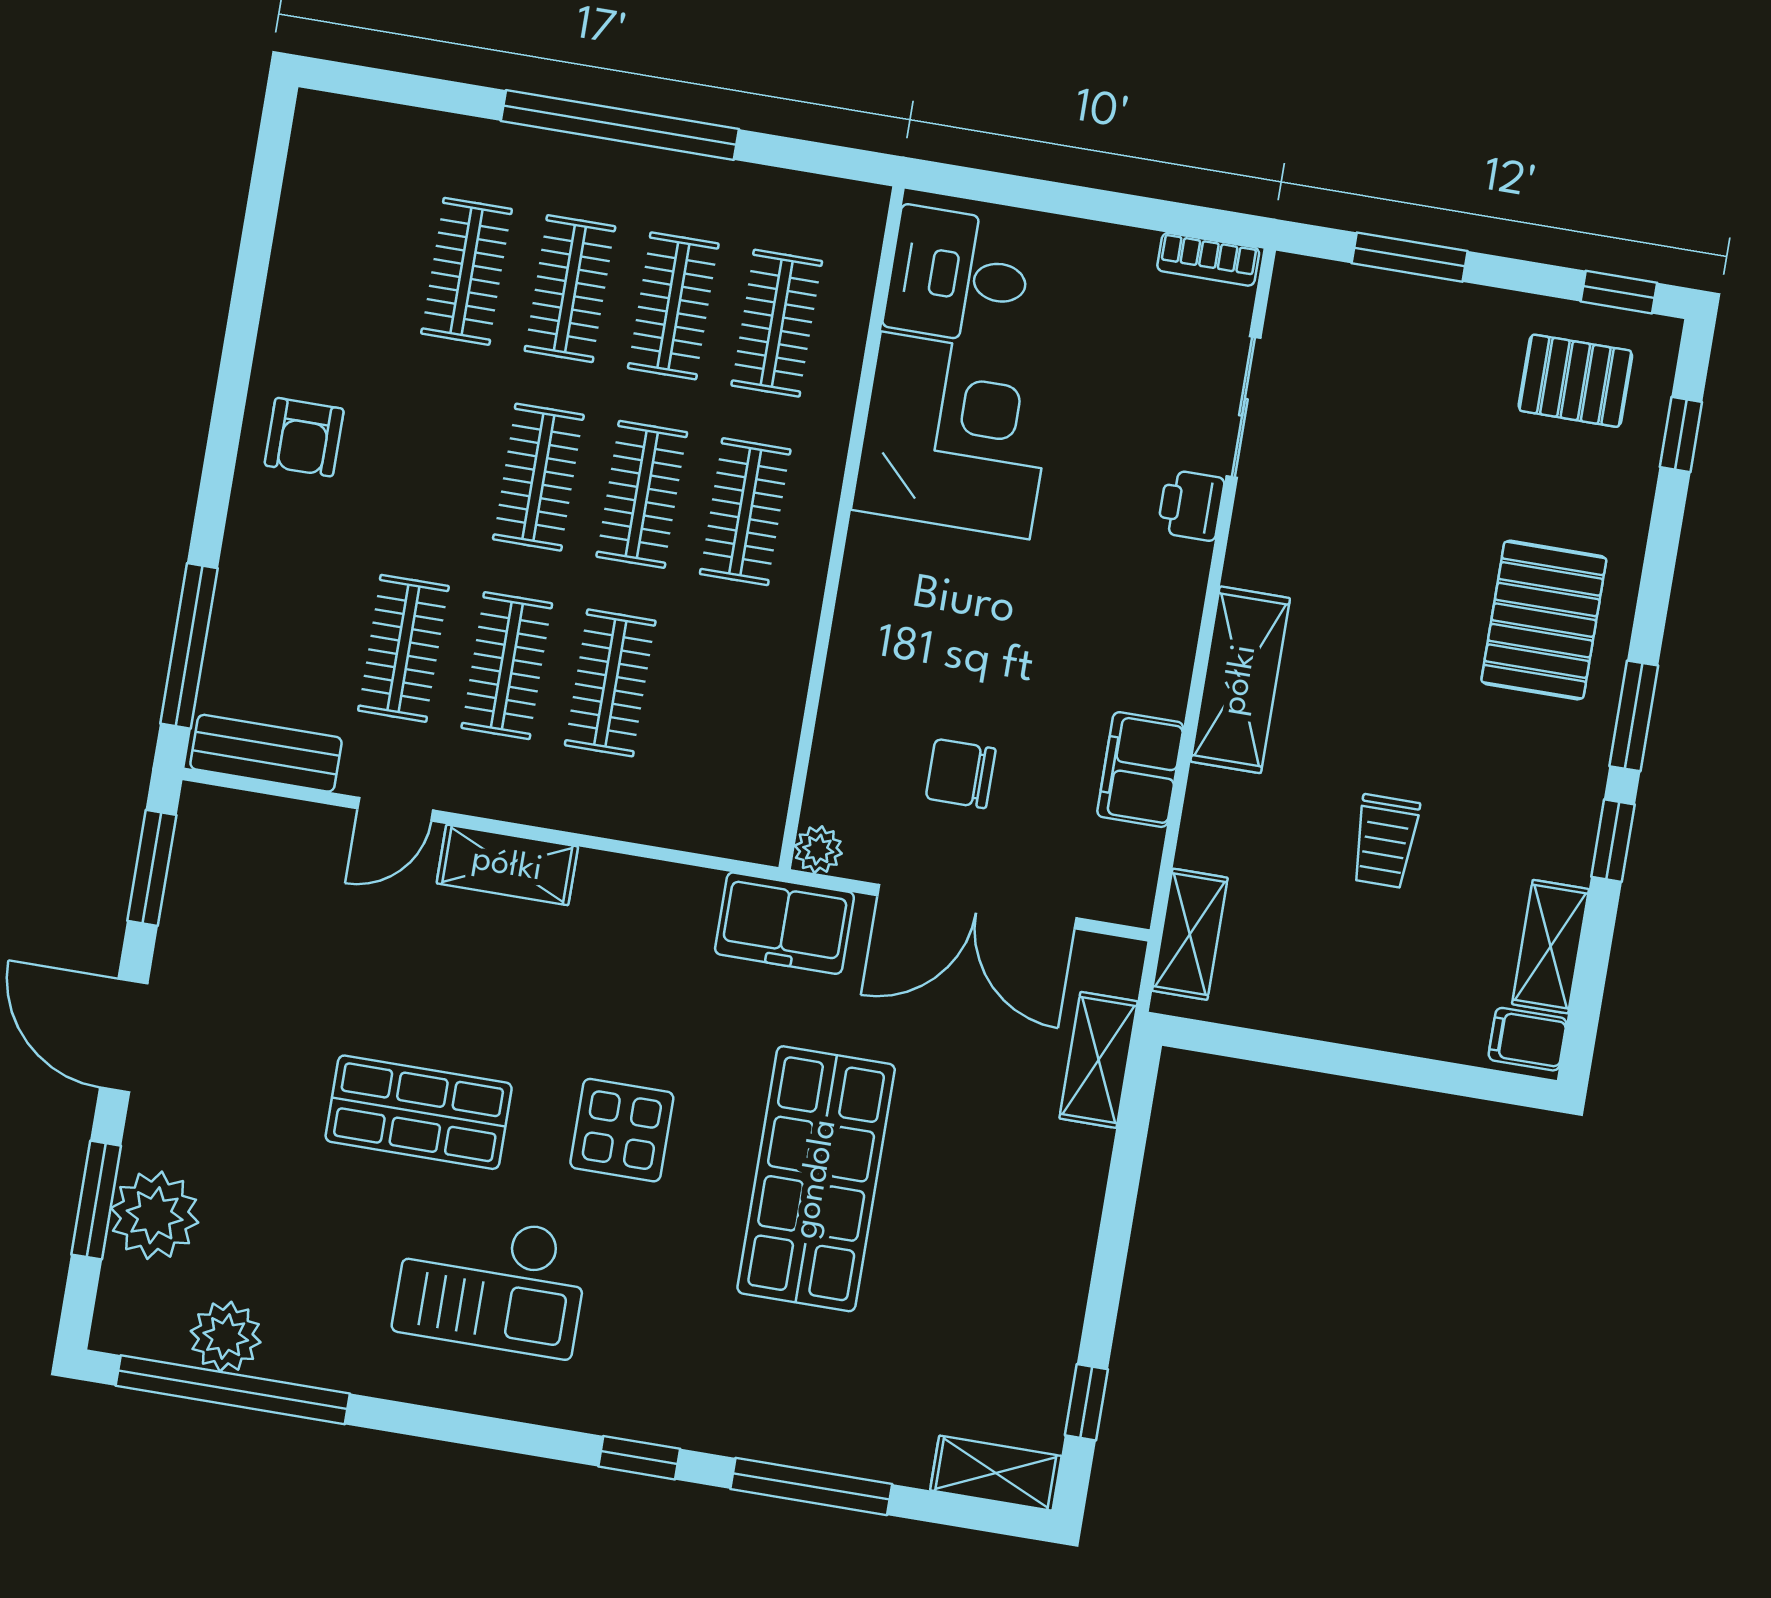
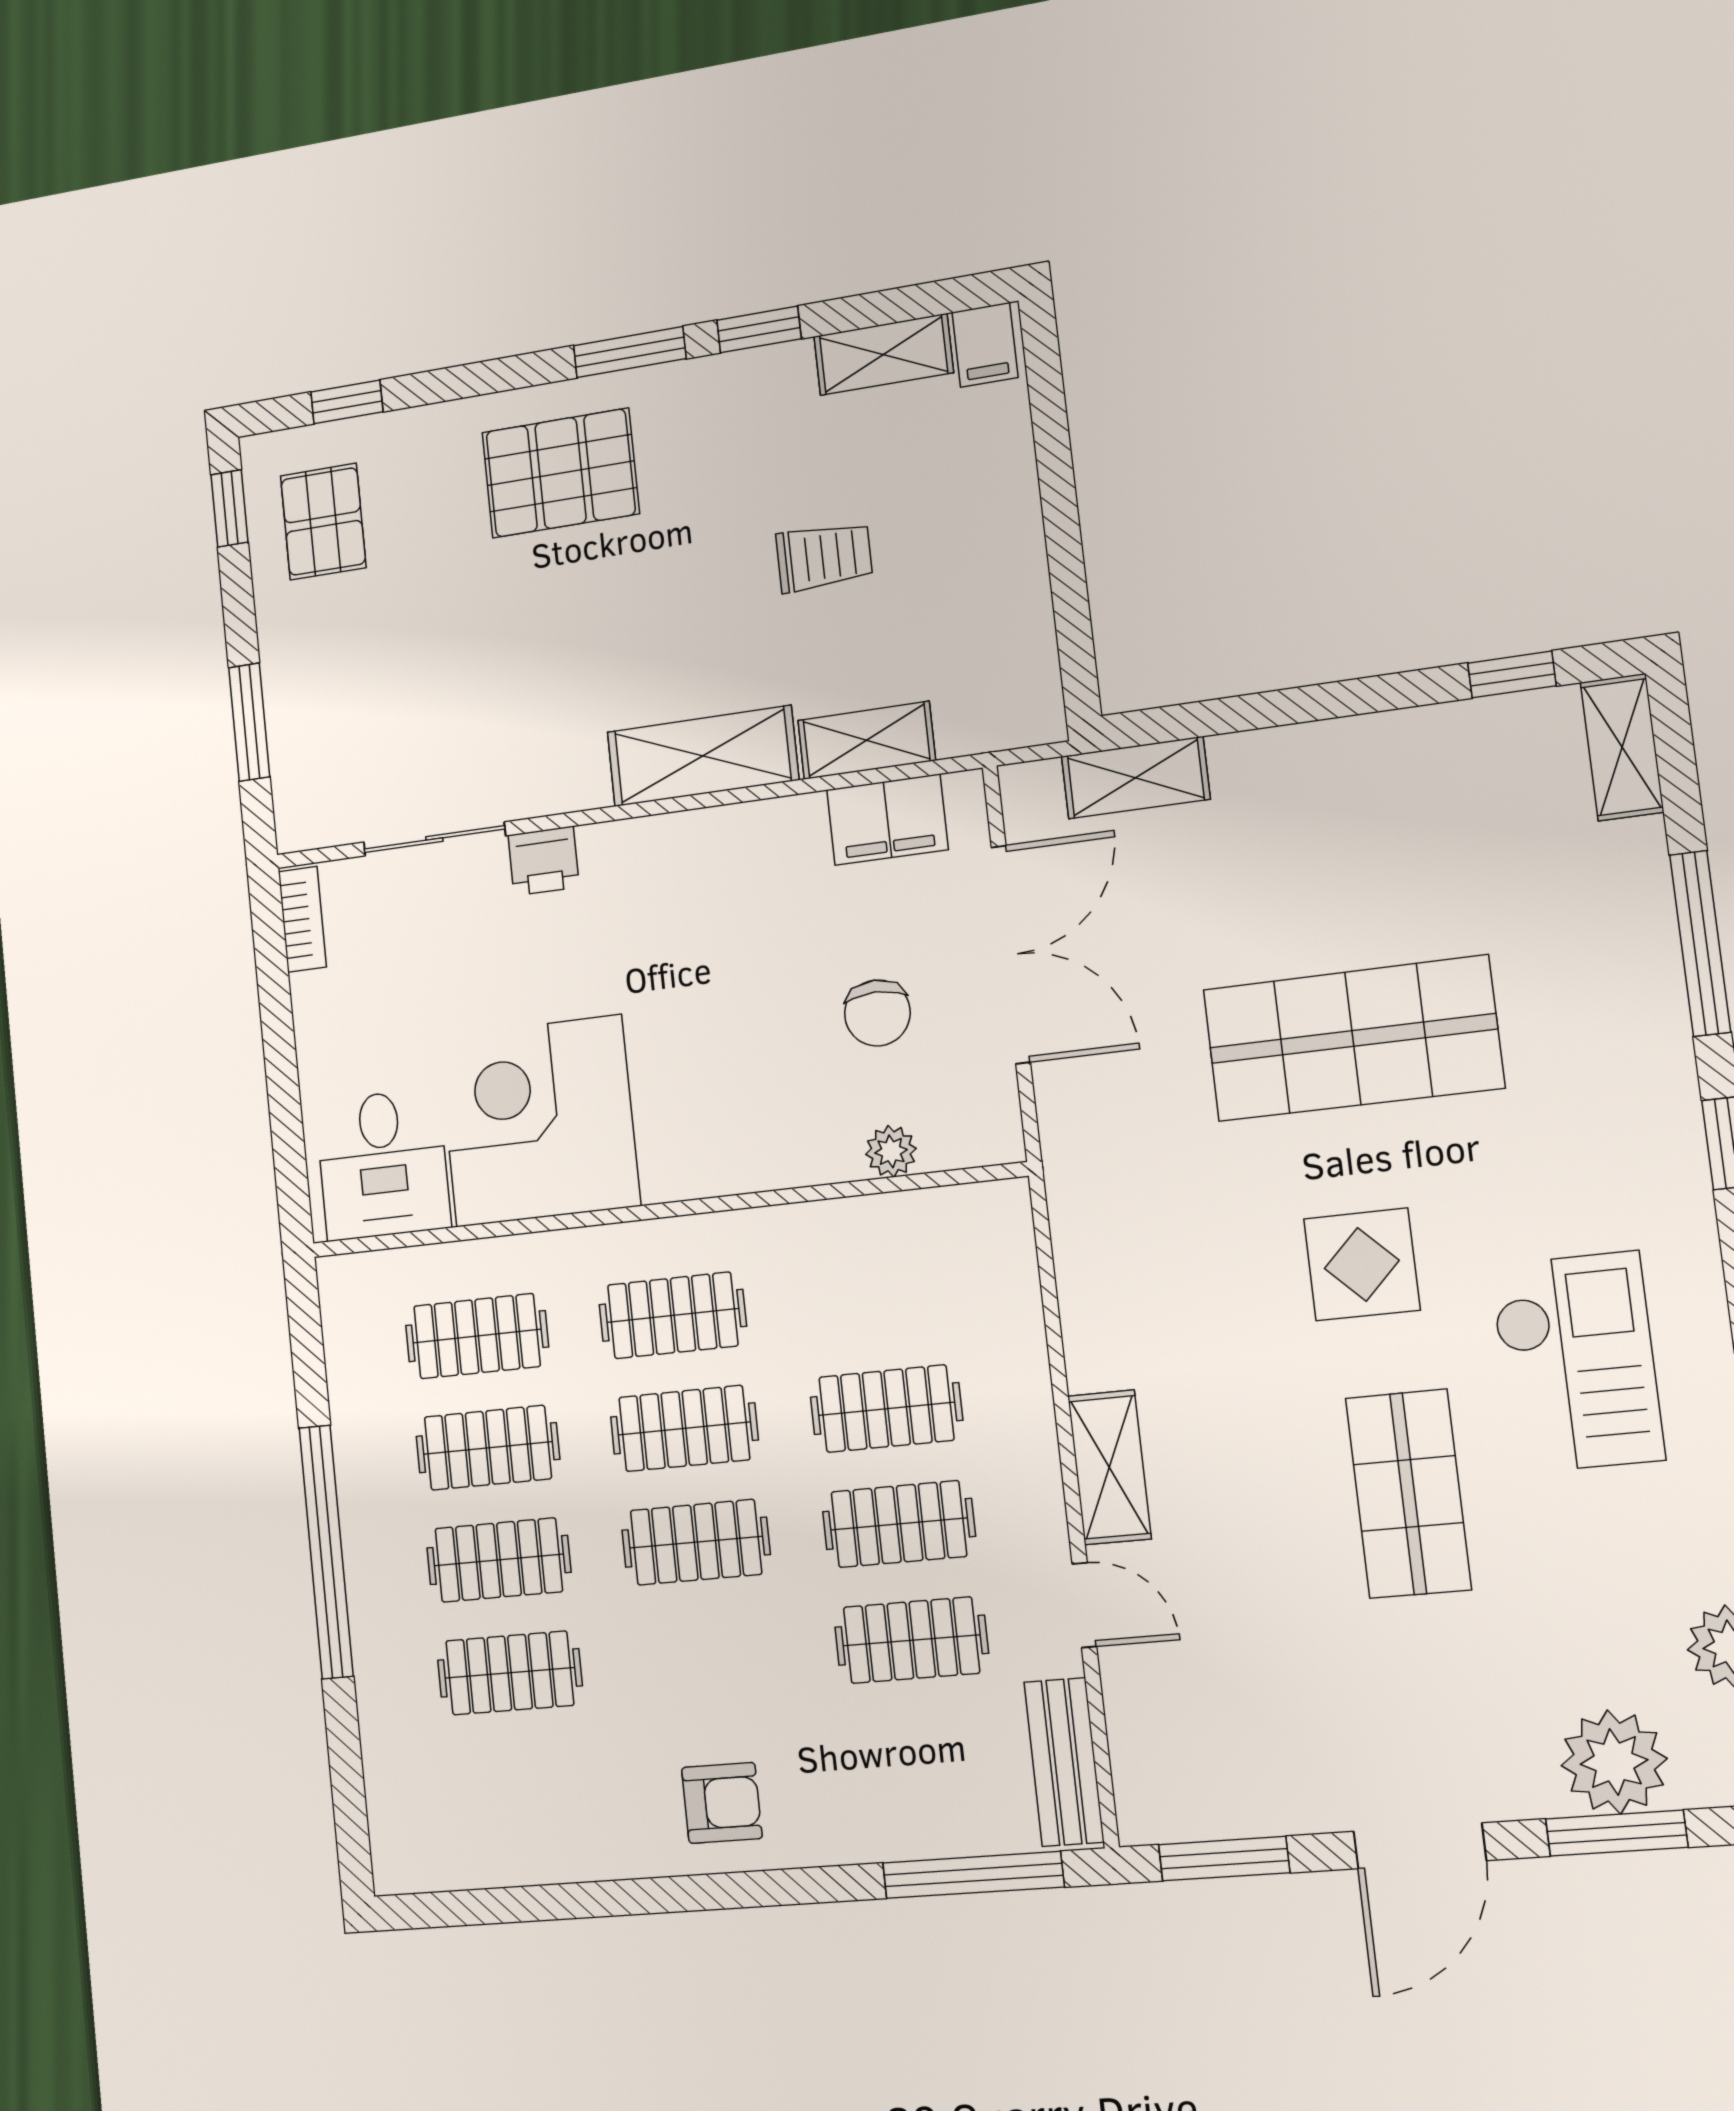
filing cabinet: (1140, 770) -> (887, 820), moved
plant: (818, 850) -> (891, 1151), moved
freezer: (784, 923) -> (1086, 1152), removed
shelving: (1190, 934) -> (866, 740), moved

